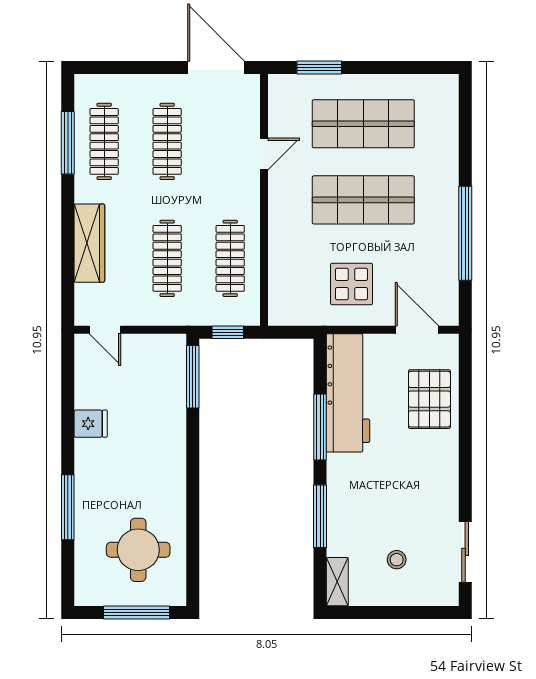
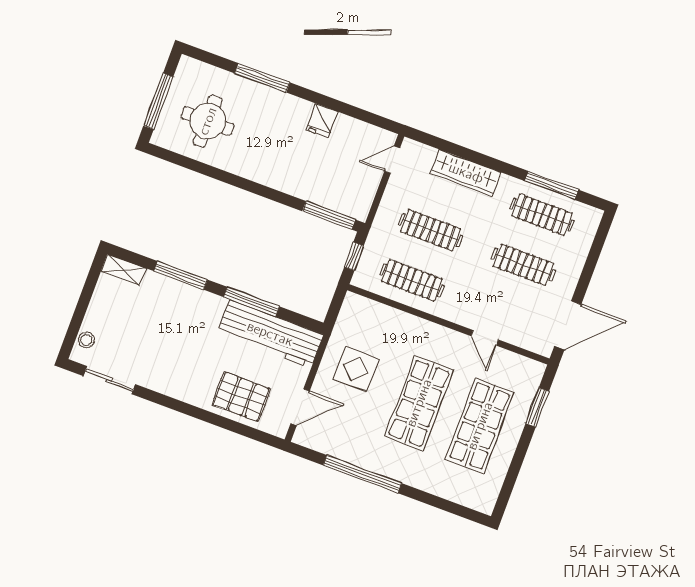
stool: (397, 560) -> (86, 340), moved

